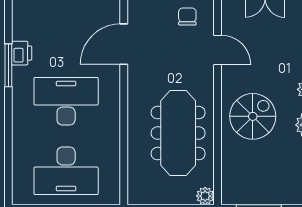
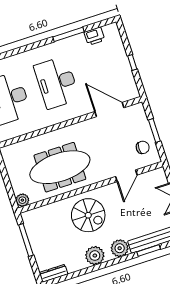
printer: (22, 53) -> (94, 36), moved
desk: (66, 101) -> (57, 82), turned 180

